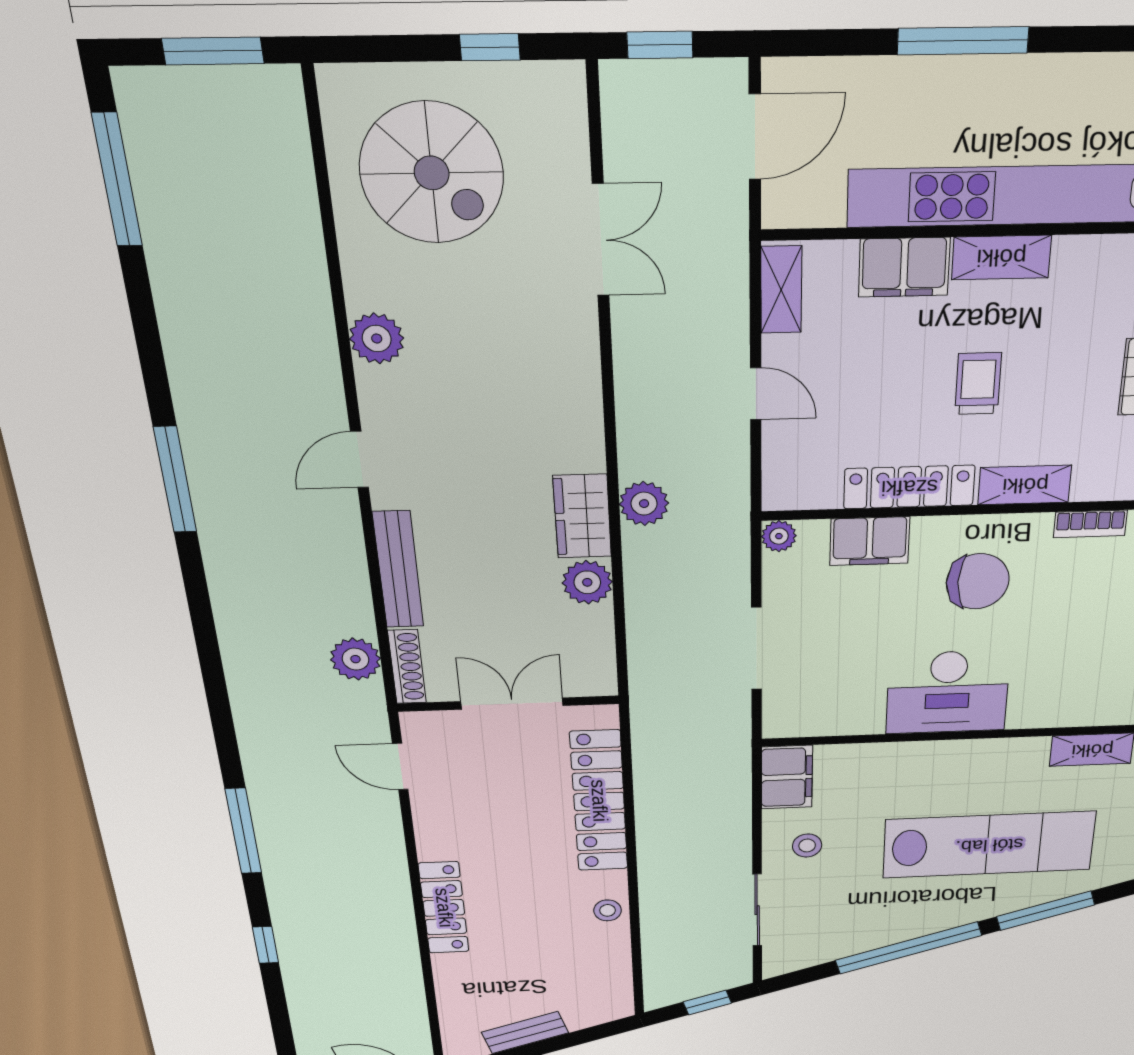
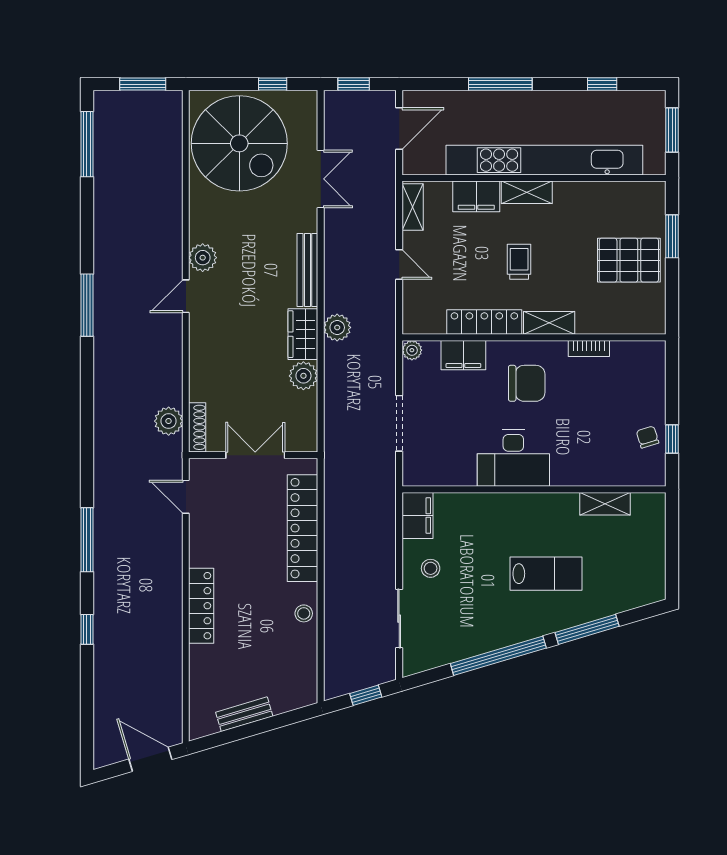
spiral stairs: (432, 173) -> (239, 143), width x1.37, depth x1.37
plant: (377, 338) -> (203, 258), moved
bench: (398, 570) -> (307, 270), moved
lab bench: (989, 845) -> (546, 574), width x0.54, depth x0.72

